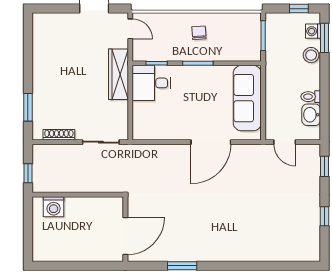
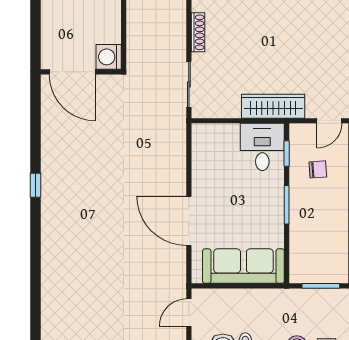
chair: (199, 33) -> (318, 169), moved
washing machine: (54, 207) -> (109, 57), moved
wall: (125, 229) -> (81, 72), moved
door: (125, 236) -> (72, 72), moved
window: (182, 266) -> (35, 185), width x0.67

